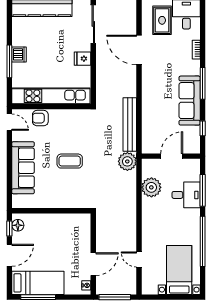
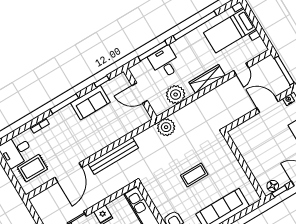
sofa: (190, 101) -> (90, 103), width x0.73
bench: (130, 124) -> (113, 156), moved
coffee table: (70, 161) -> (194, 175), turned 90
wardrobe: (149, 224) -> (207, 79), added

